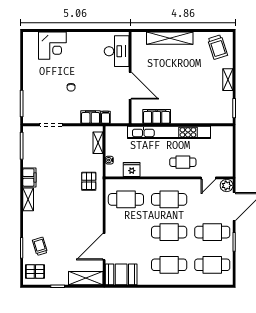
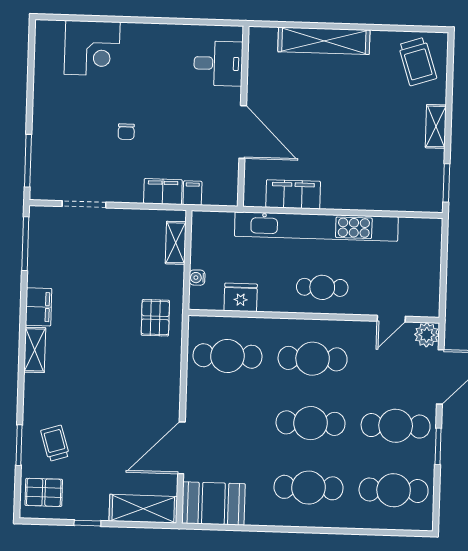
desk: (117, 51) -> (218, 63), width x0.73
cafe table: (183, 162) -> (322, 287), moved

